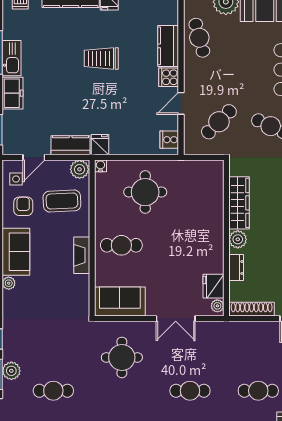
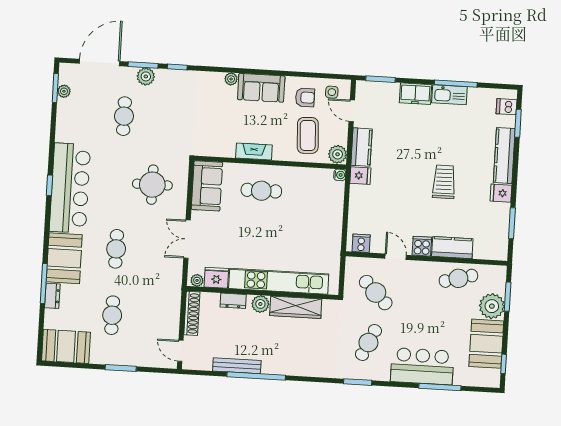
round table: (145, 192) -> (312, 217), removed
kitchen unit: (213, 222) -> (279, 281), added
cafe table: (121, 245) -> (261, 191), turned 90

